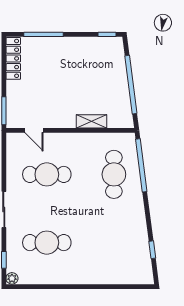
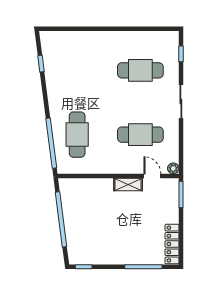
shelving: (92, 121) -> (128, 185), moved
plant: (12, 278) -> (173, 168), moved

